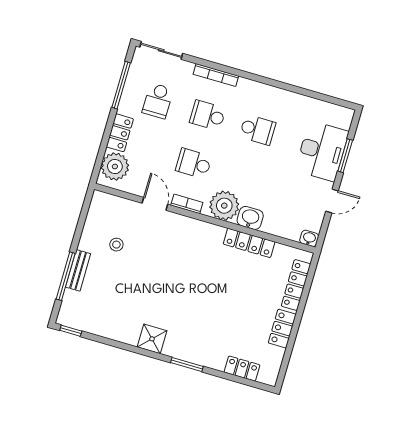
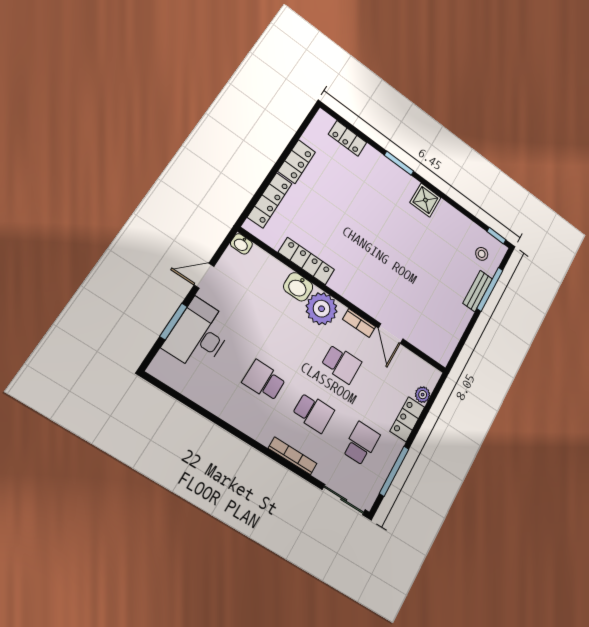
plant: (115, 166) -> (423, 395), width x0.53, depth x0.53
stool: (116, 245) -> (482, 254), moved

